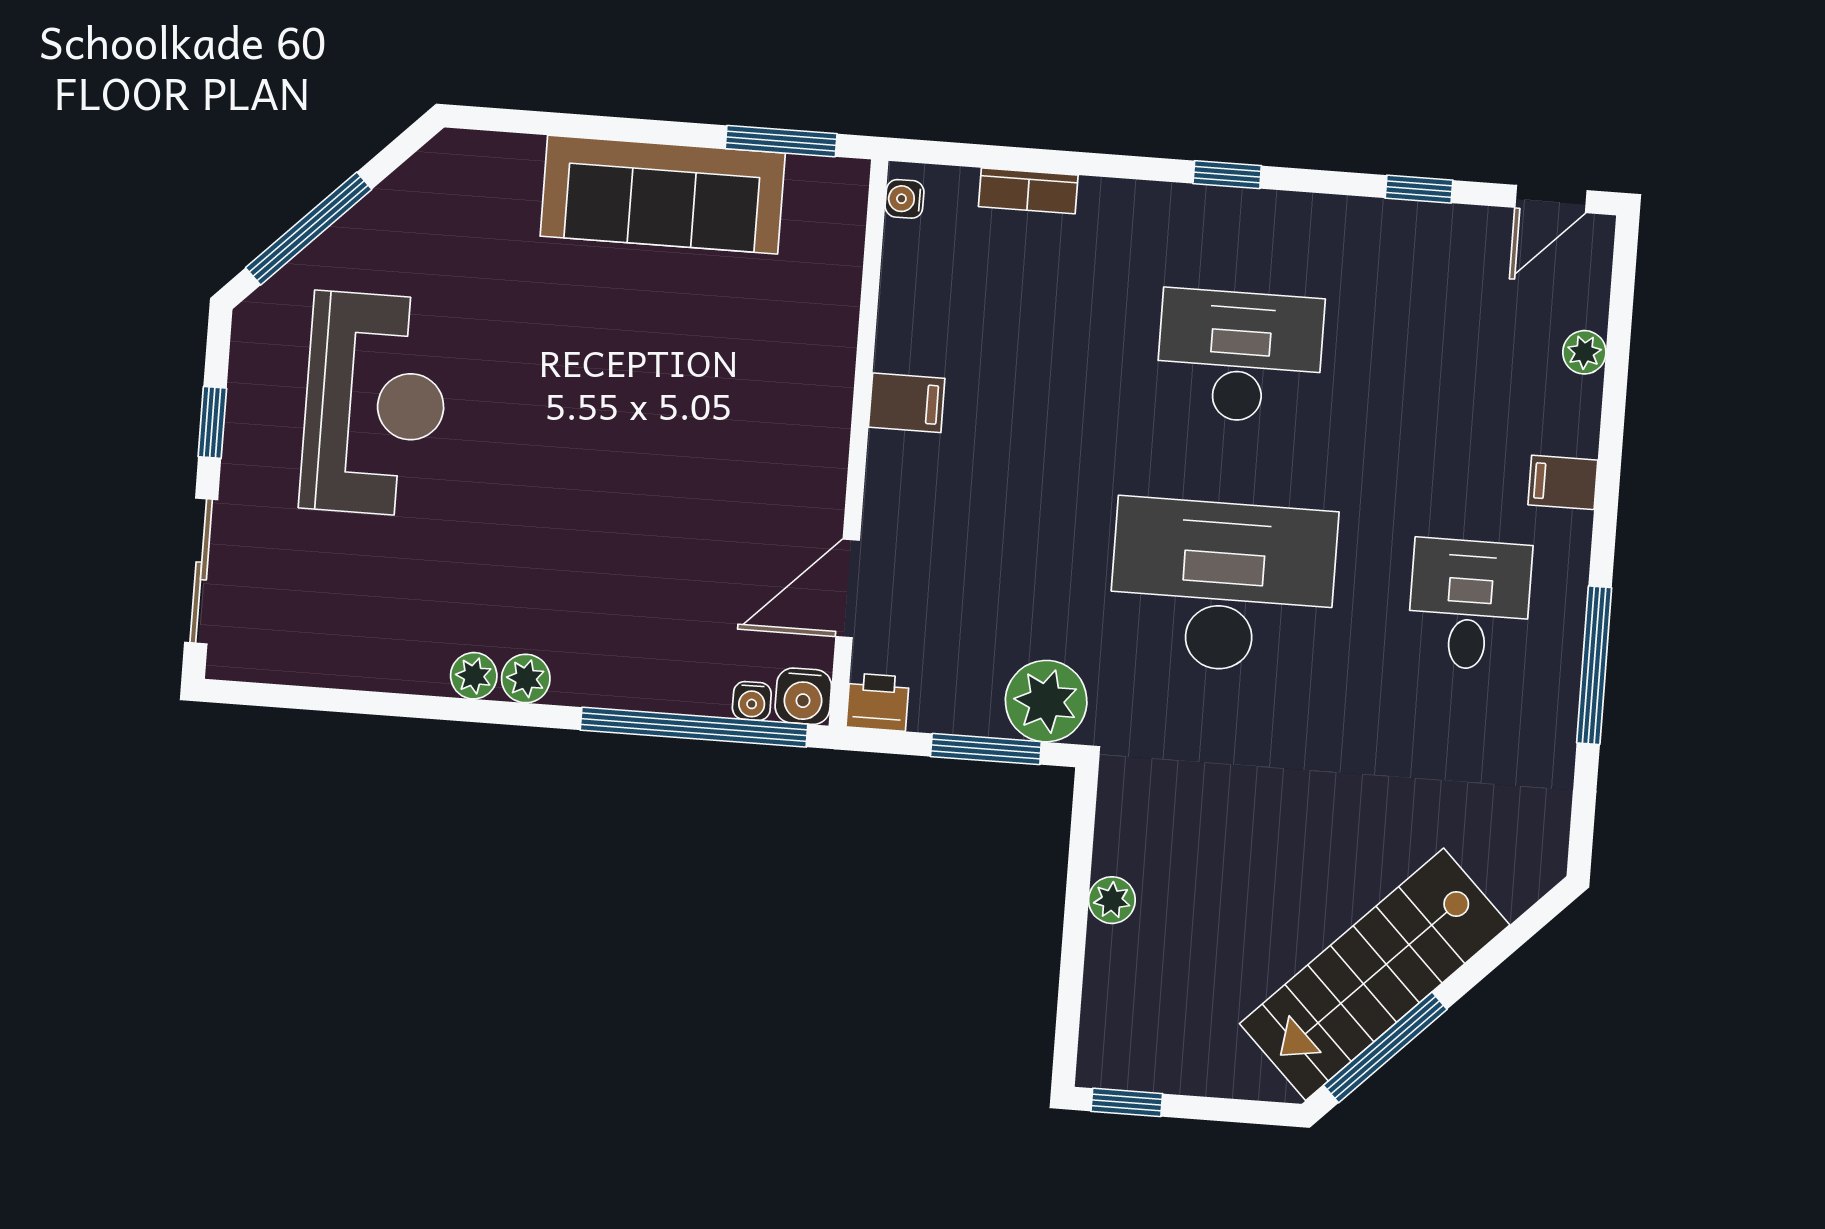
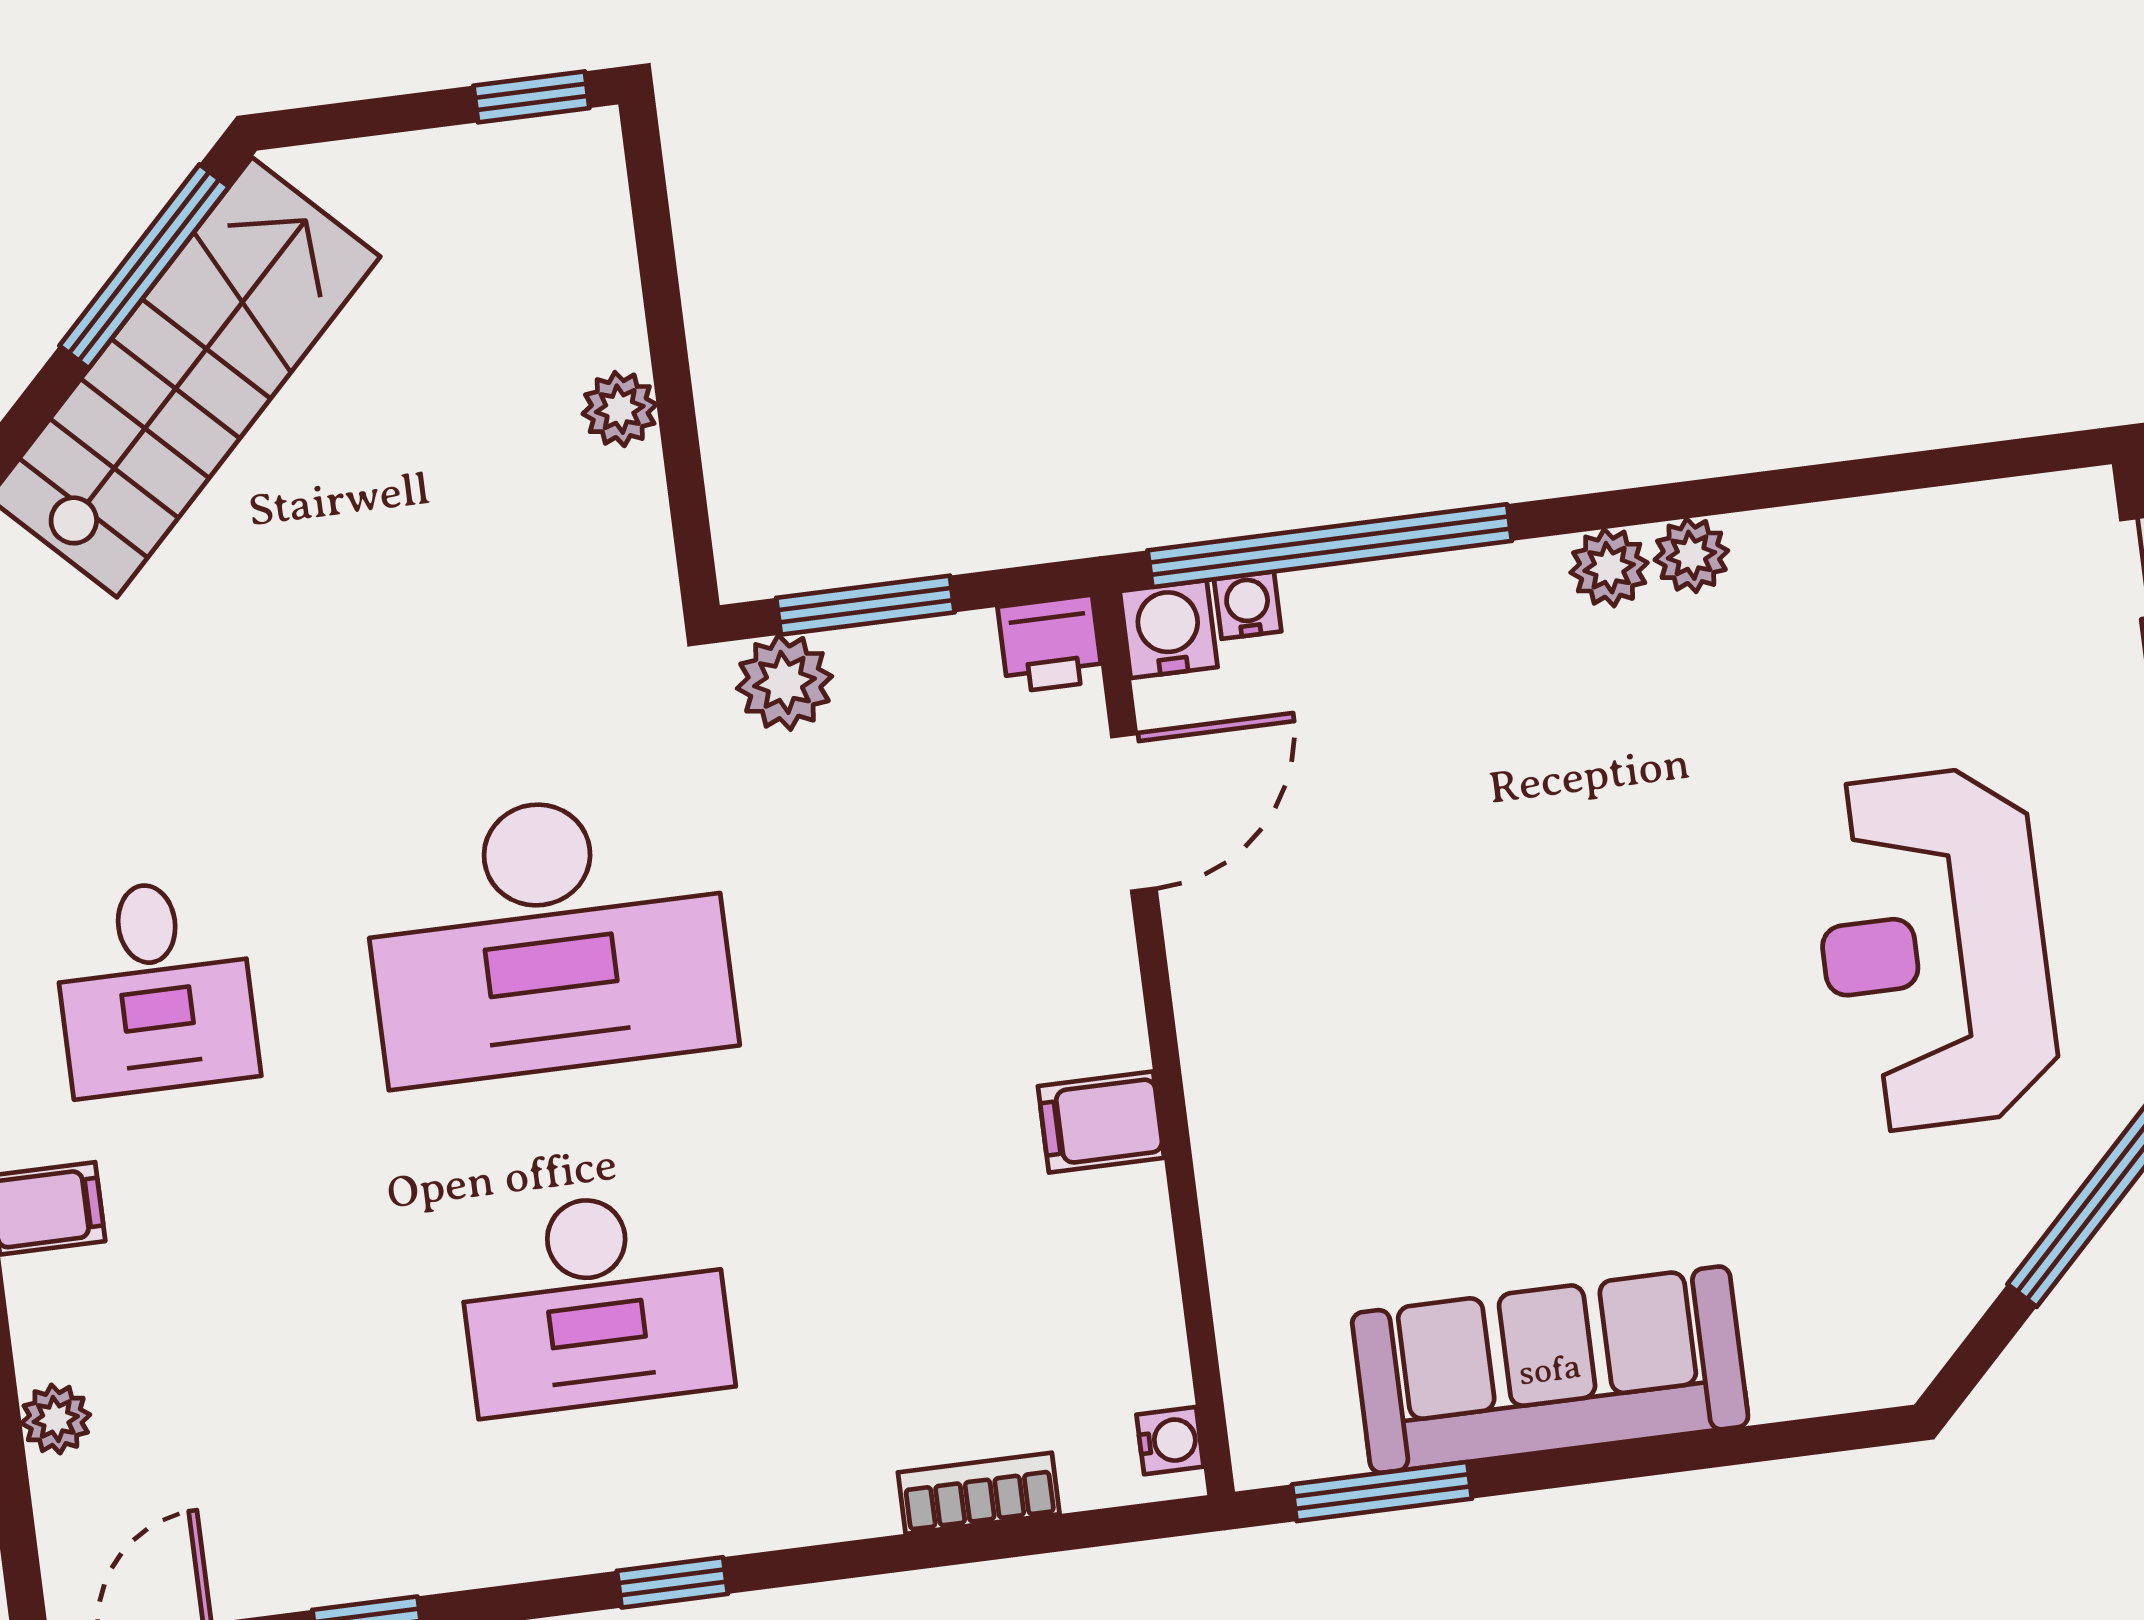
plant: (1046, 701) -> (784, 682), width x0.73, depth x0.73

